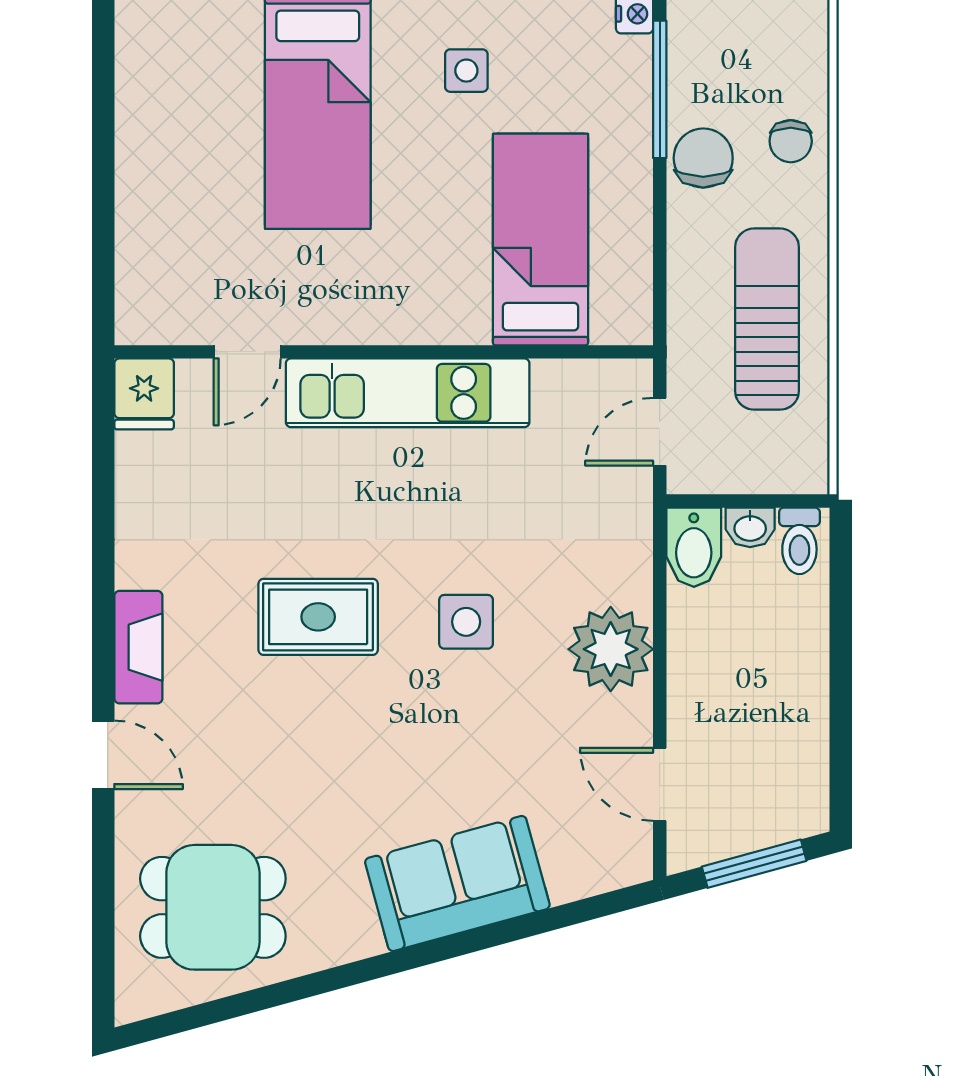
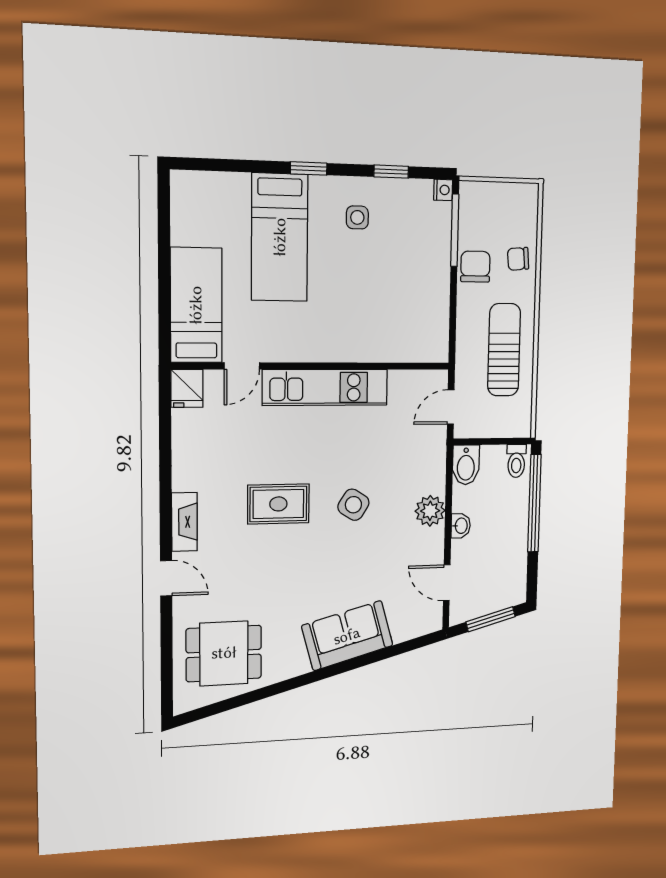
chair: (791, 141) -> (518, 259), turned 85
bed: (540, 239) -> (196, 305), moved
washbasin: (750, 527) -> (461, 526), moved, turned -90
side table: (466, 622) -> (353, 505), turned 32
window: (841, 628) -> (534, 503), added
plant: (611, 649) -> (430, 511), width x0.73, depth x0.73

